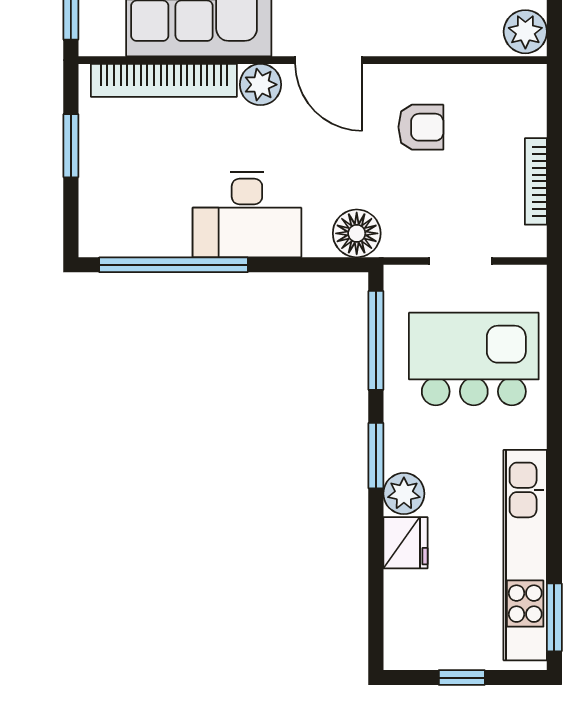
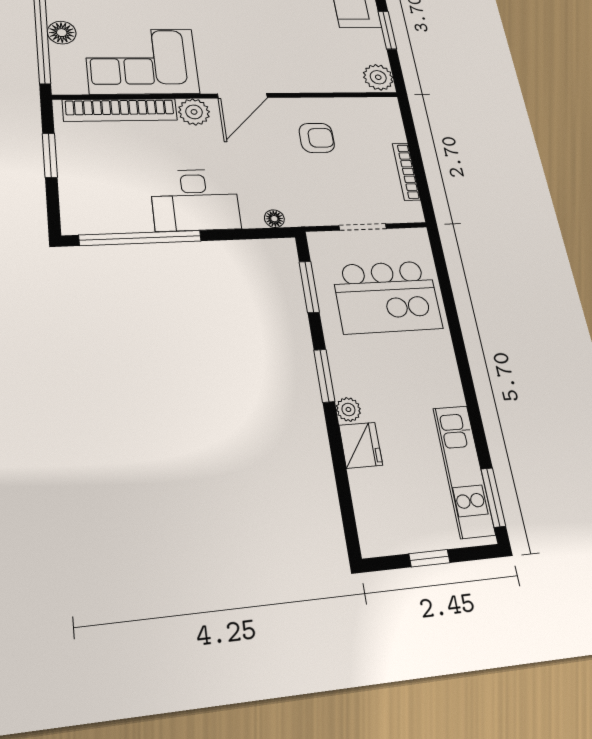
door: (329, 60) -> (242, 96), hinge flipped
floor lamp: (357, 233) -> (274, 219), width x0.53, depth x0.53
window: (376, 340) -> (309, 287), width x0.69
kitchen island: (474, 359) -> (387, 297), turned 180
plant: (404, 494) -> (348, 409), width x0.73, depth x0.73
kitchen unit: (525, 555) -> (464, 471), width x0.73

